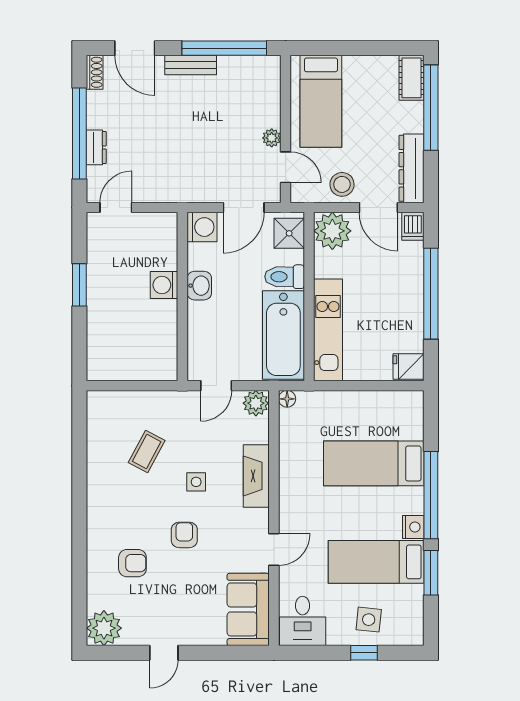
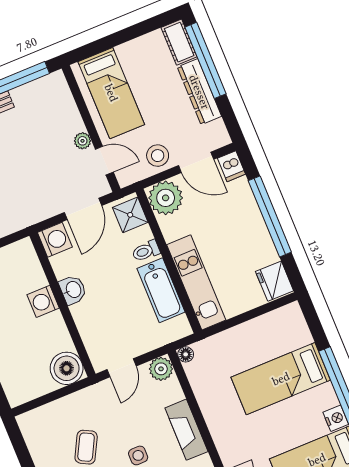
dresser: (411, 168) -> (199, 92), moved
toilet: (285, 277) -> (146, 251), width x0.73, depth x0.72
bathtub: (283, 335) -> (161, 290), width x0.73, depth x0.73
boiler: (160, 363) -> (67, 368), added
fridge: (408, 367) -> (275, 281), width x1.38

